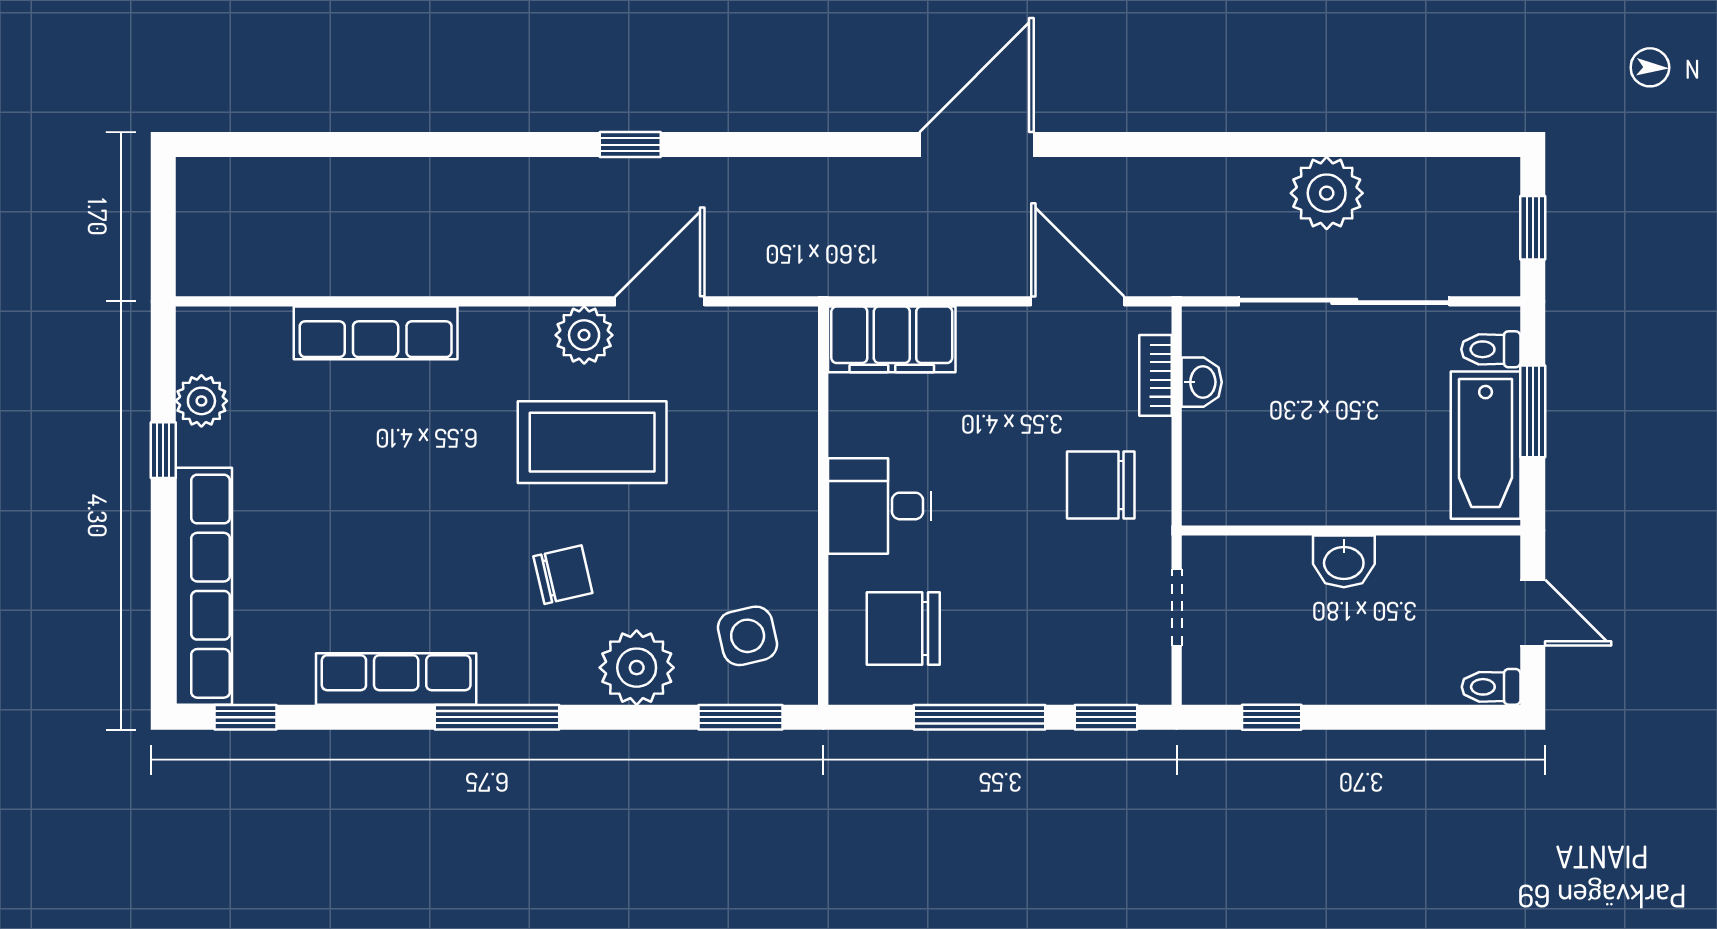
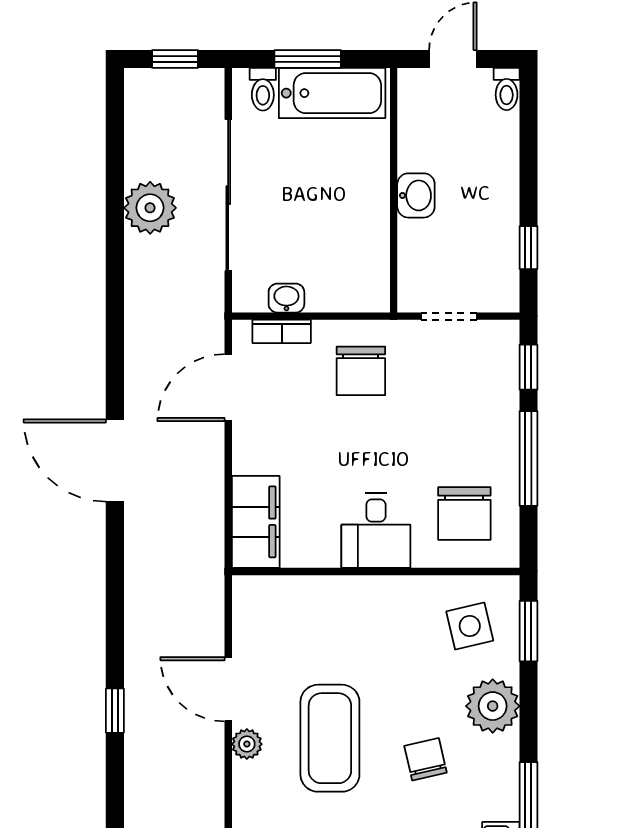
plant: (584, 335) -> (247, 744), width x0.73, depth x0.73

